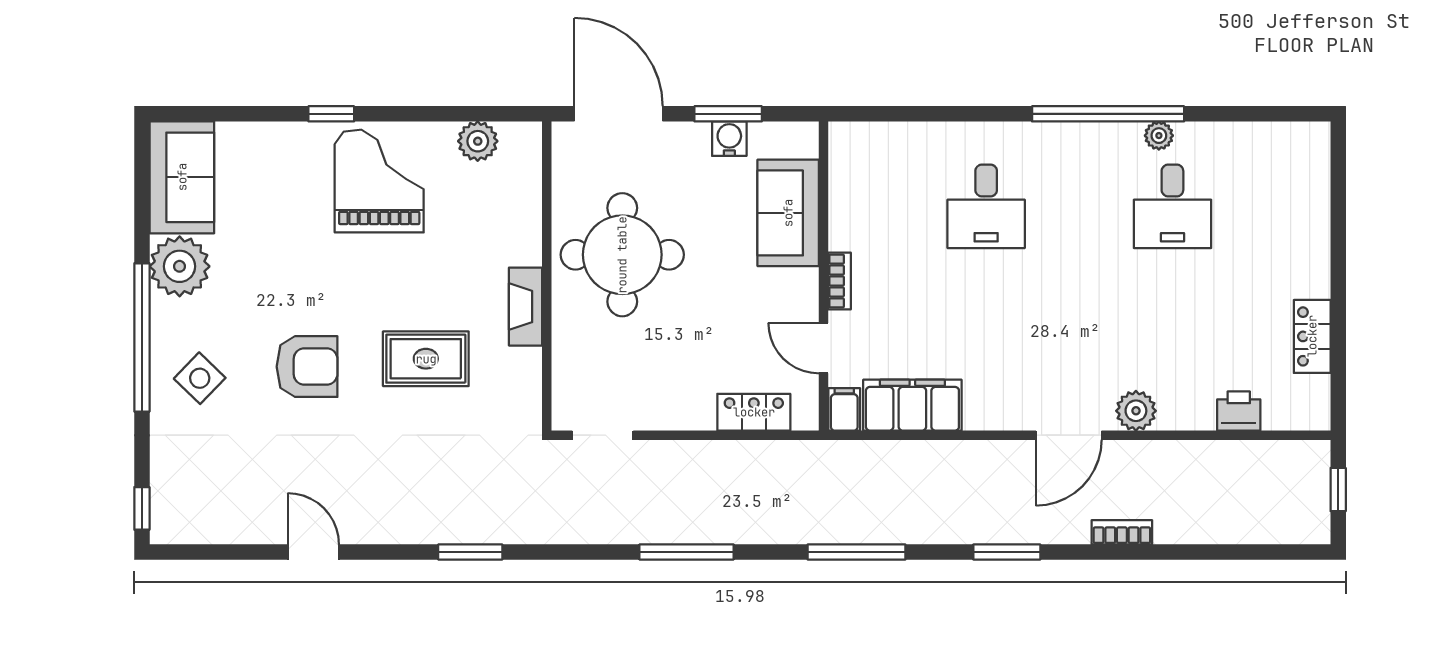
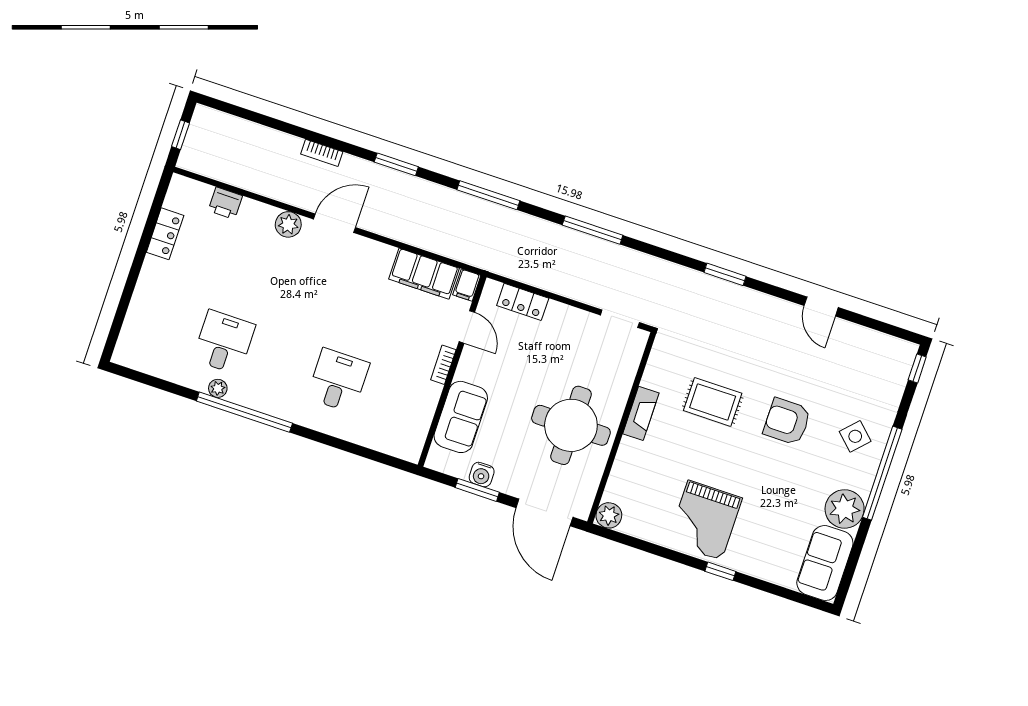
plant: (478, 141) -> (609, 515), moved

